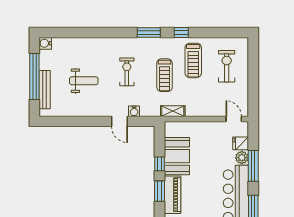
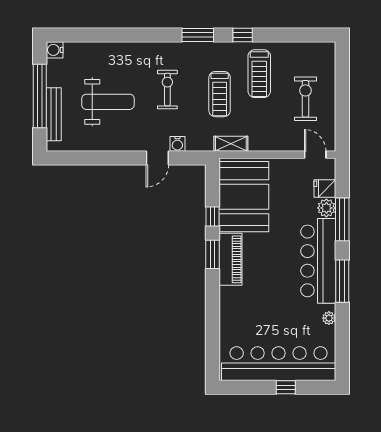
exercise bike: (227, 66) -> (305, 99), moved
weight bench: (84, 81) -> (108, 102), width x1.36, depth x1.33
door: (120, 121) -> (157, 158), hinge flipped
booth: (177, 156) -> (244, 197), width x1.36, depth x1.42

